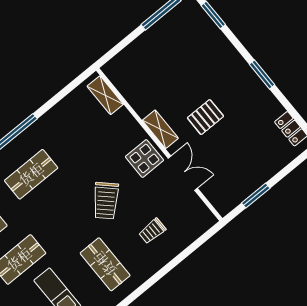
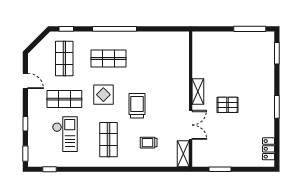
shelving: (105, 95) -> (183, 154), moved
display table: (144, 158) -> (103, 95), moved
trolley: (106, 201) -> (137, 106), turned 136

